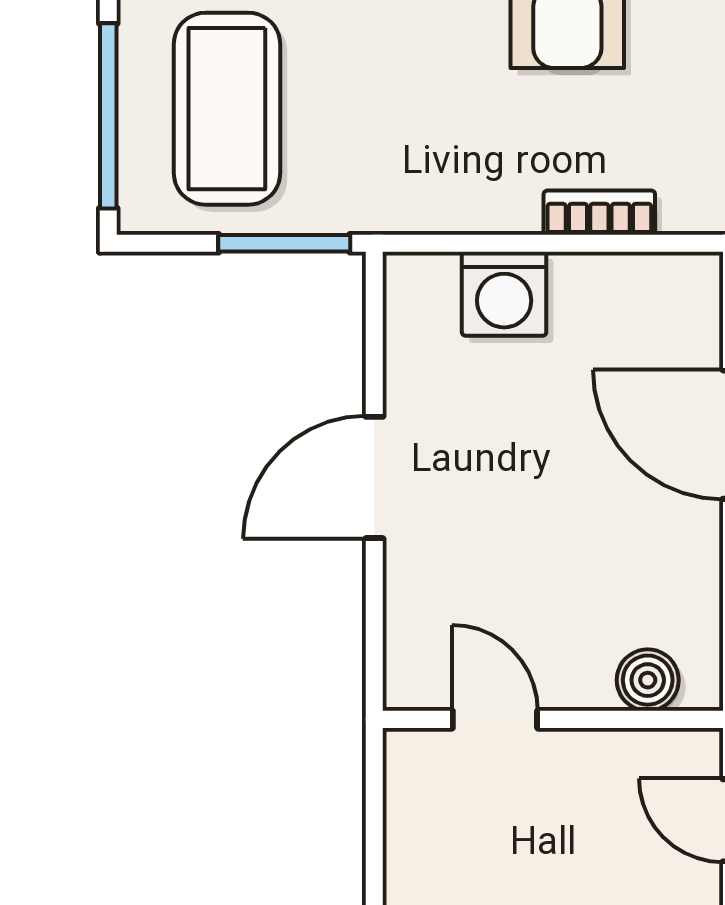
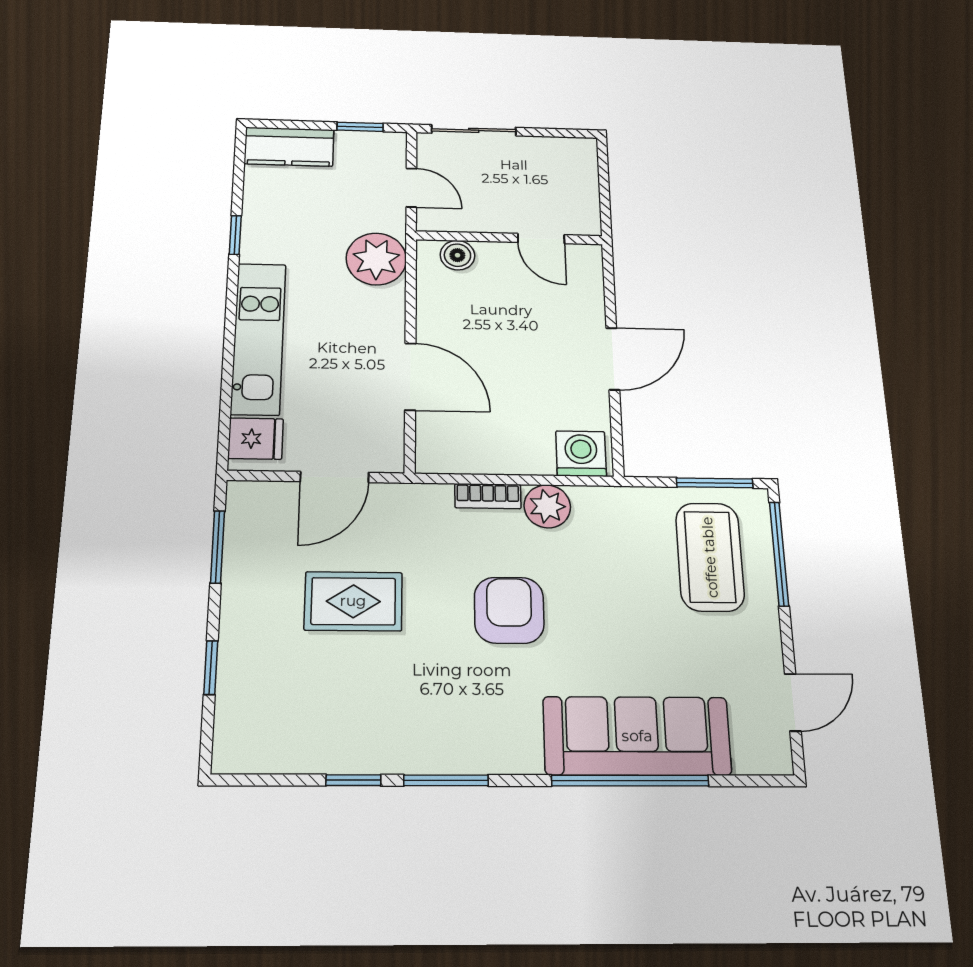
plant: (499, 196) -> (547, 506), added
window: (284, 243) -> (715, 483), moved
washing machine: (504, 294) -> (581, 454), moved

